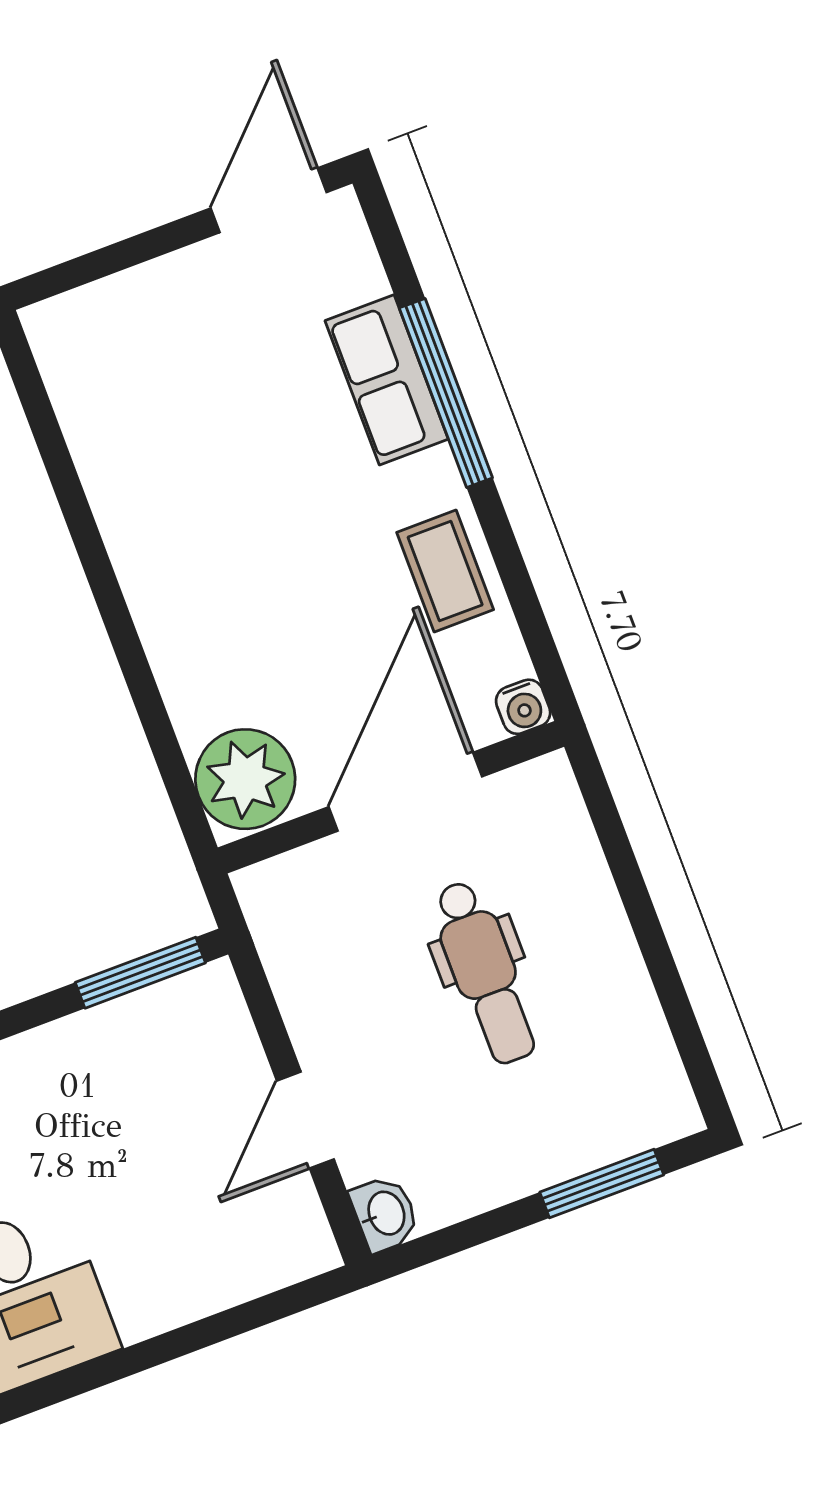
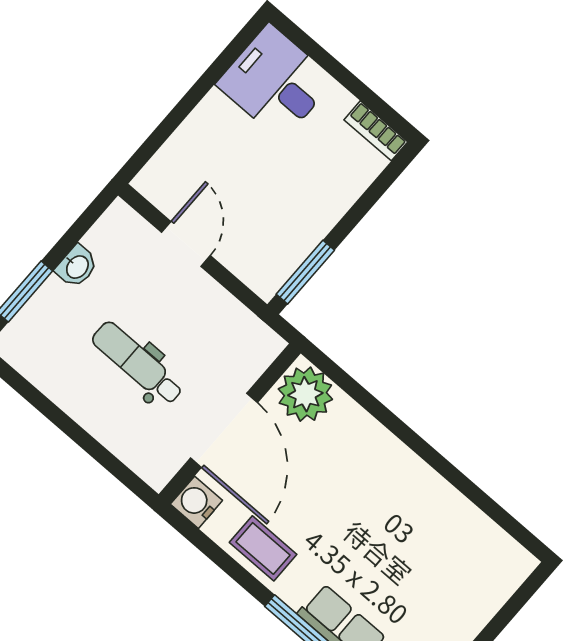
water cooler: (523, 707) -> (196, 502), width x1.38, depth x1.38
washbasin: (385, 1214) -> (77, 266), moved, turned -90

